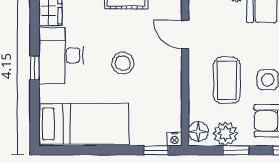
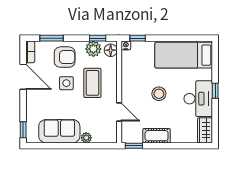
window: (236, 150) -> (98, 38), moved

